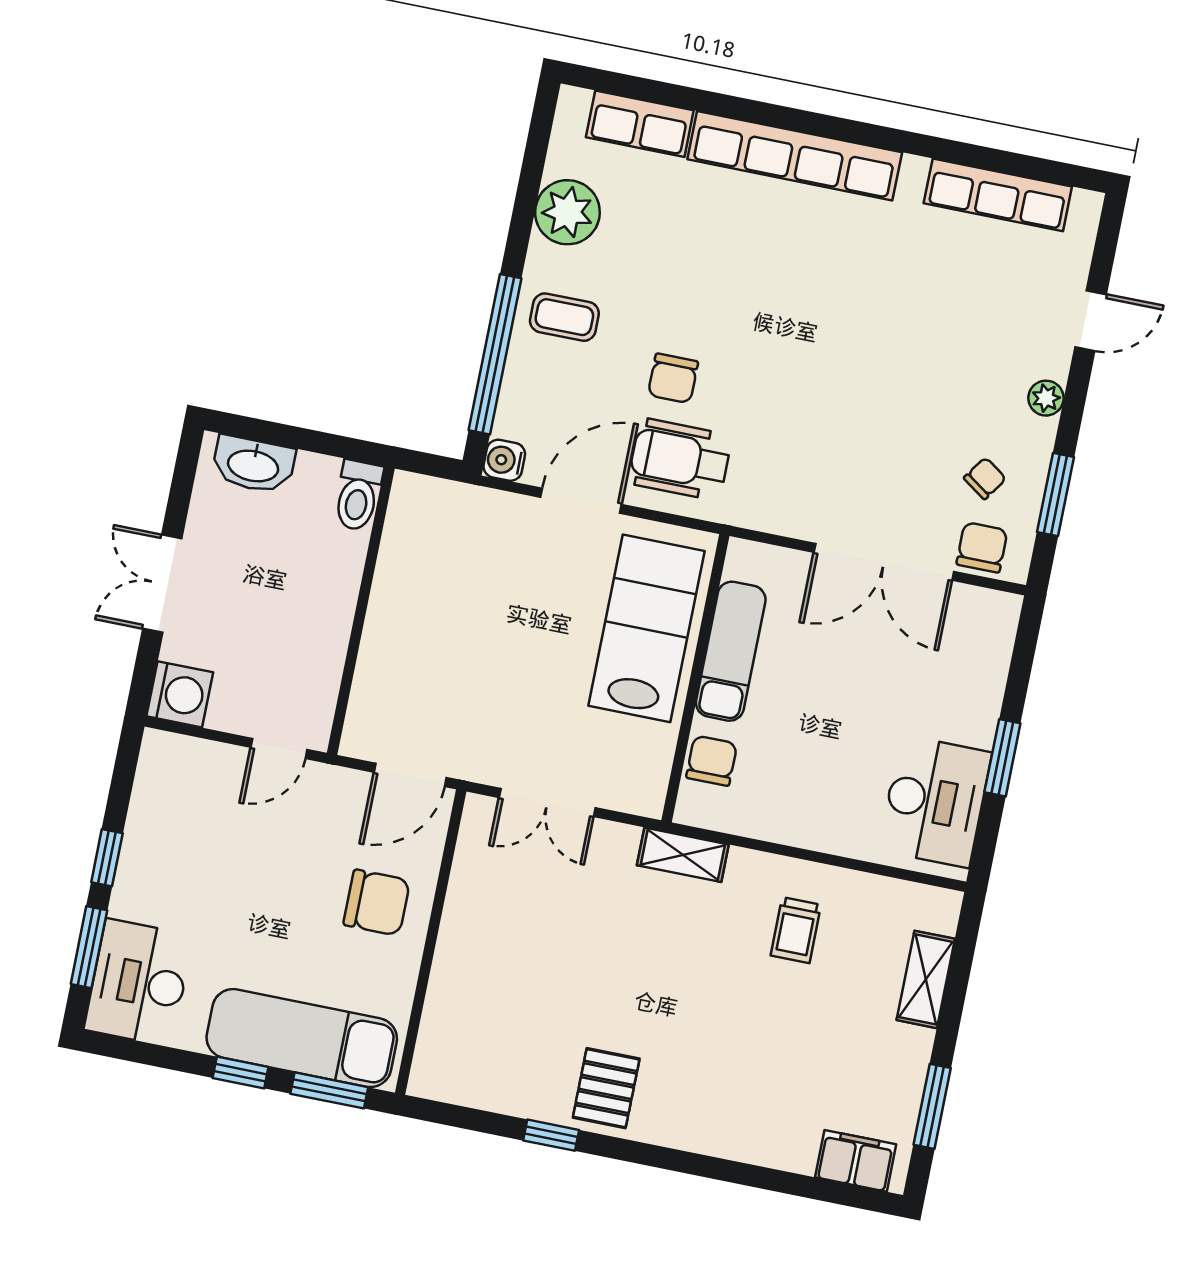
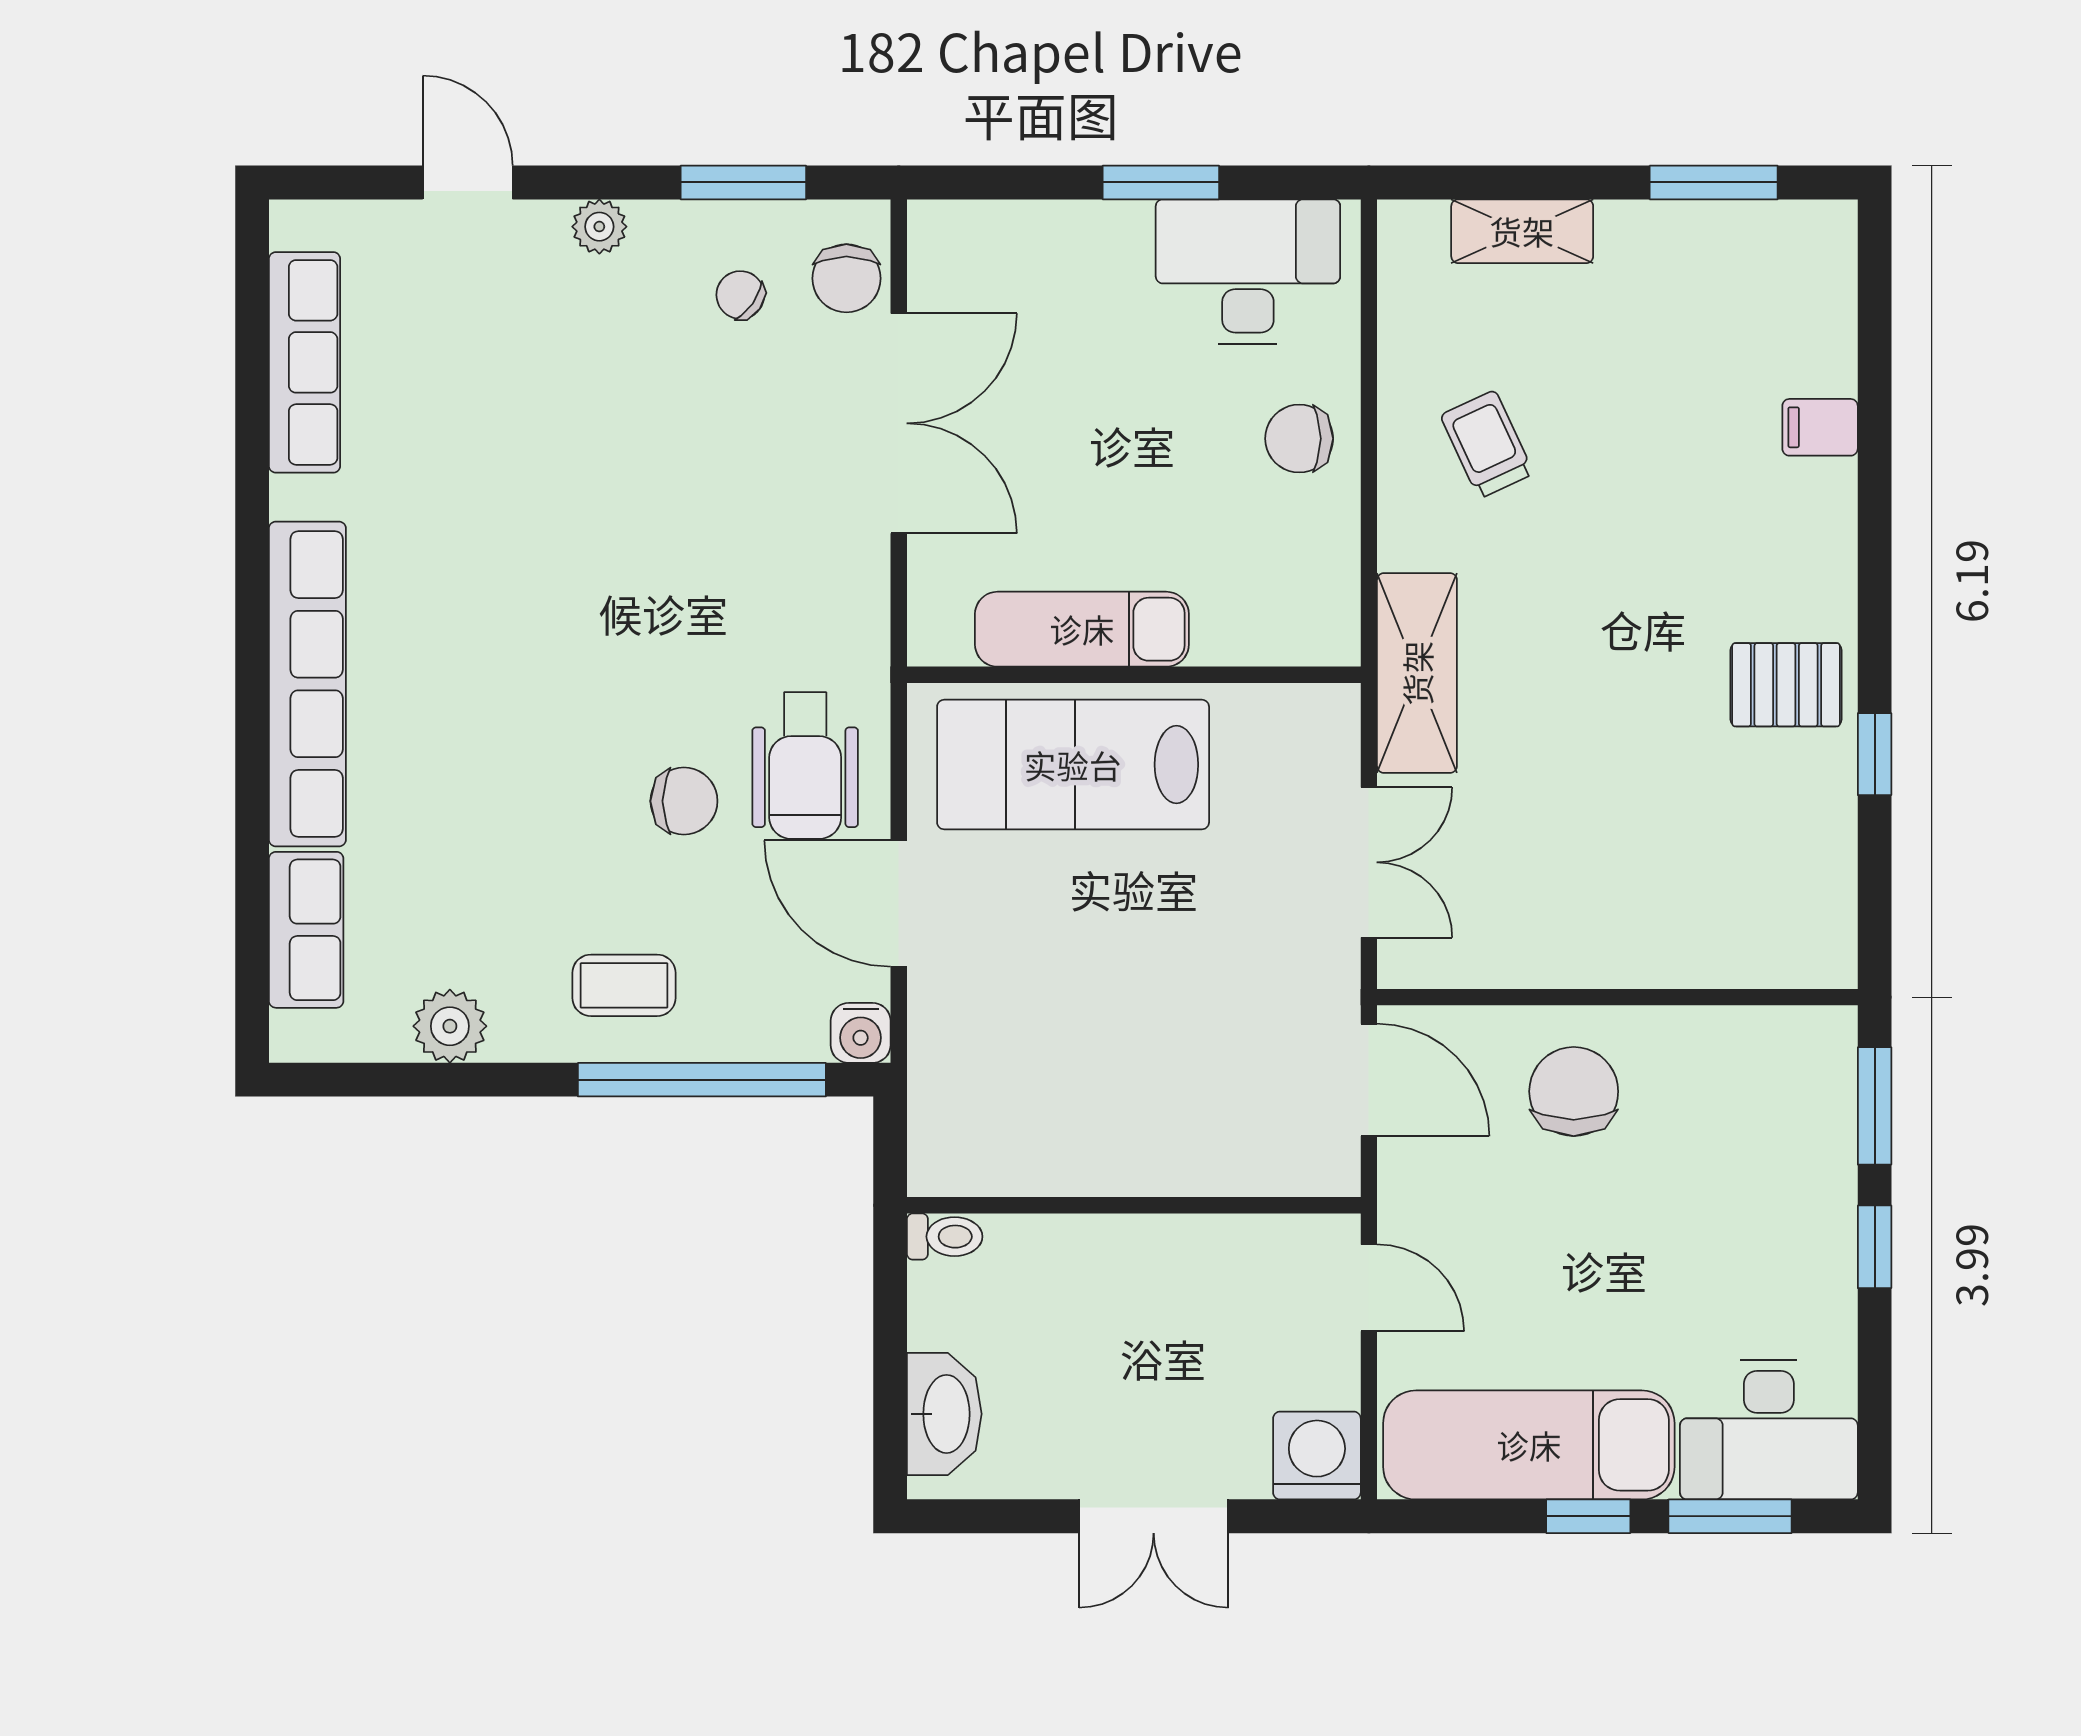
plant: (567, 212) -> (450, 1026), width x0.73, depth x0.73
coffee table: (564, 317) -> (624, 985), turned 90
toilet: (358, 495) -> (945, 1237), width x0.73, depth x0.72
chair: (982, 547) -> (846, 278), turned -90
chair: (712, 761) -> (1299, 439), moved
shelving: (683, 855) -> (1417, 673), width x1.50, depth x1.33
trolley: (796, 930) -> (1487, 444), turned -115
exam couch: (302, 1038) -> (1529, 1445), moved, turned 90
filing cabinet: (856, 1161) -> (1820, 427), moved, width x0.50

